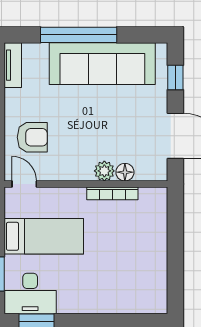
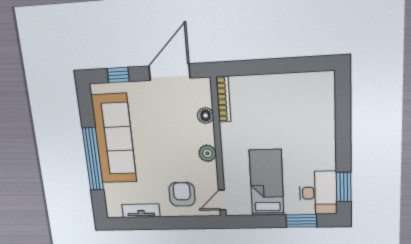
tv unit: (13, 65) -> (141, 211), moved
plant: (104, 171) -> (207, 153), moved
bookcase: (112, 193) -> (223, 99), moved

